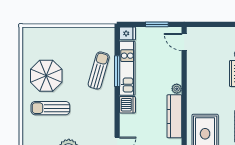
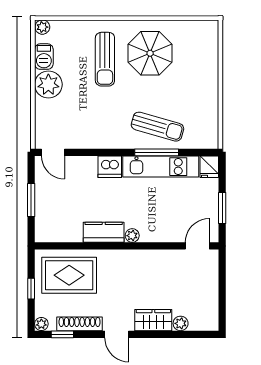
sun lounger: (50, 108) -> (105, 59), turned 180
kitchen counter: (174, 116) -> (104, 232), width x0.67

